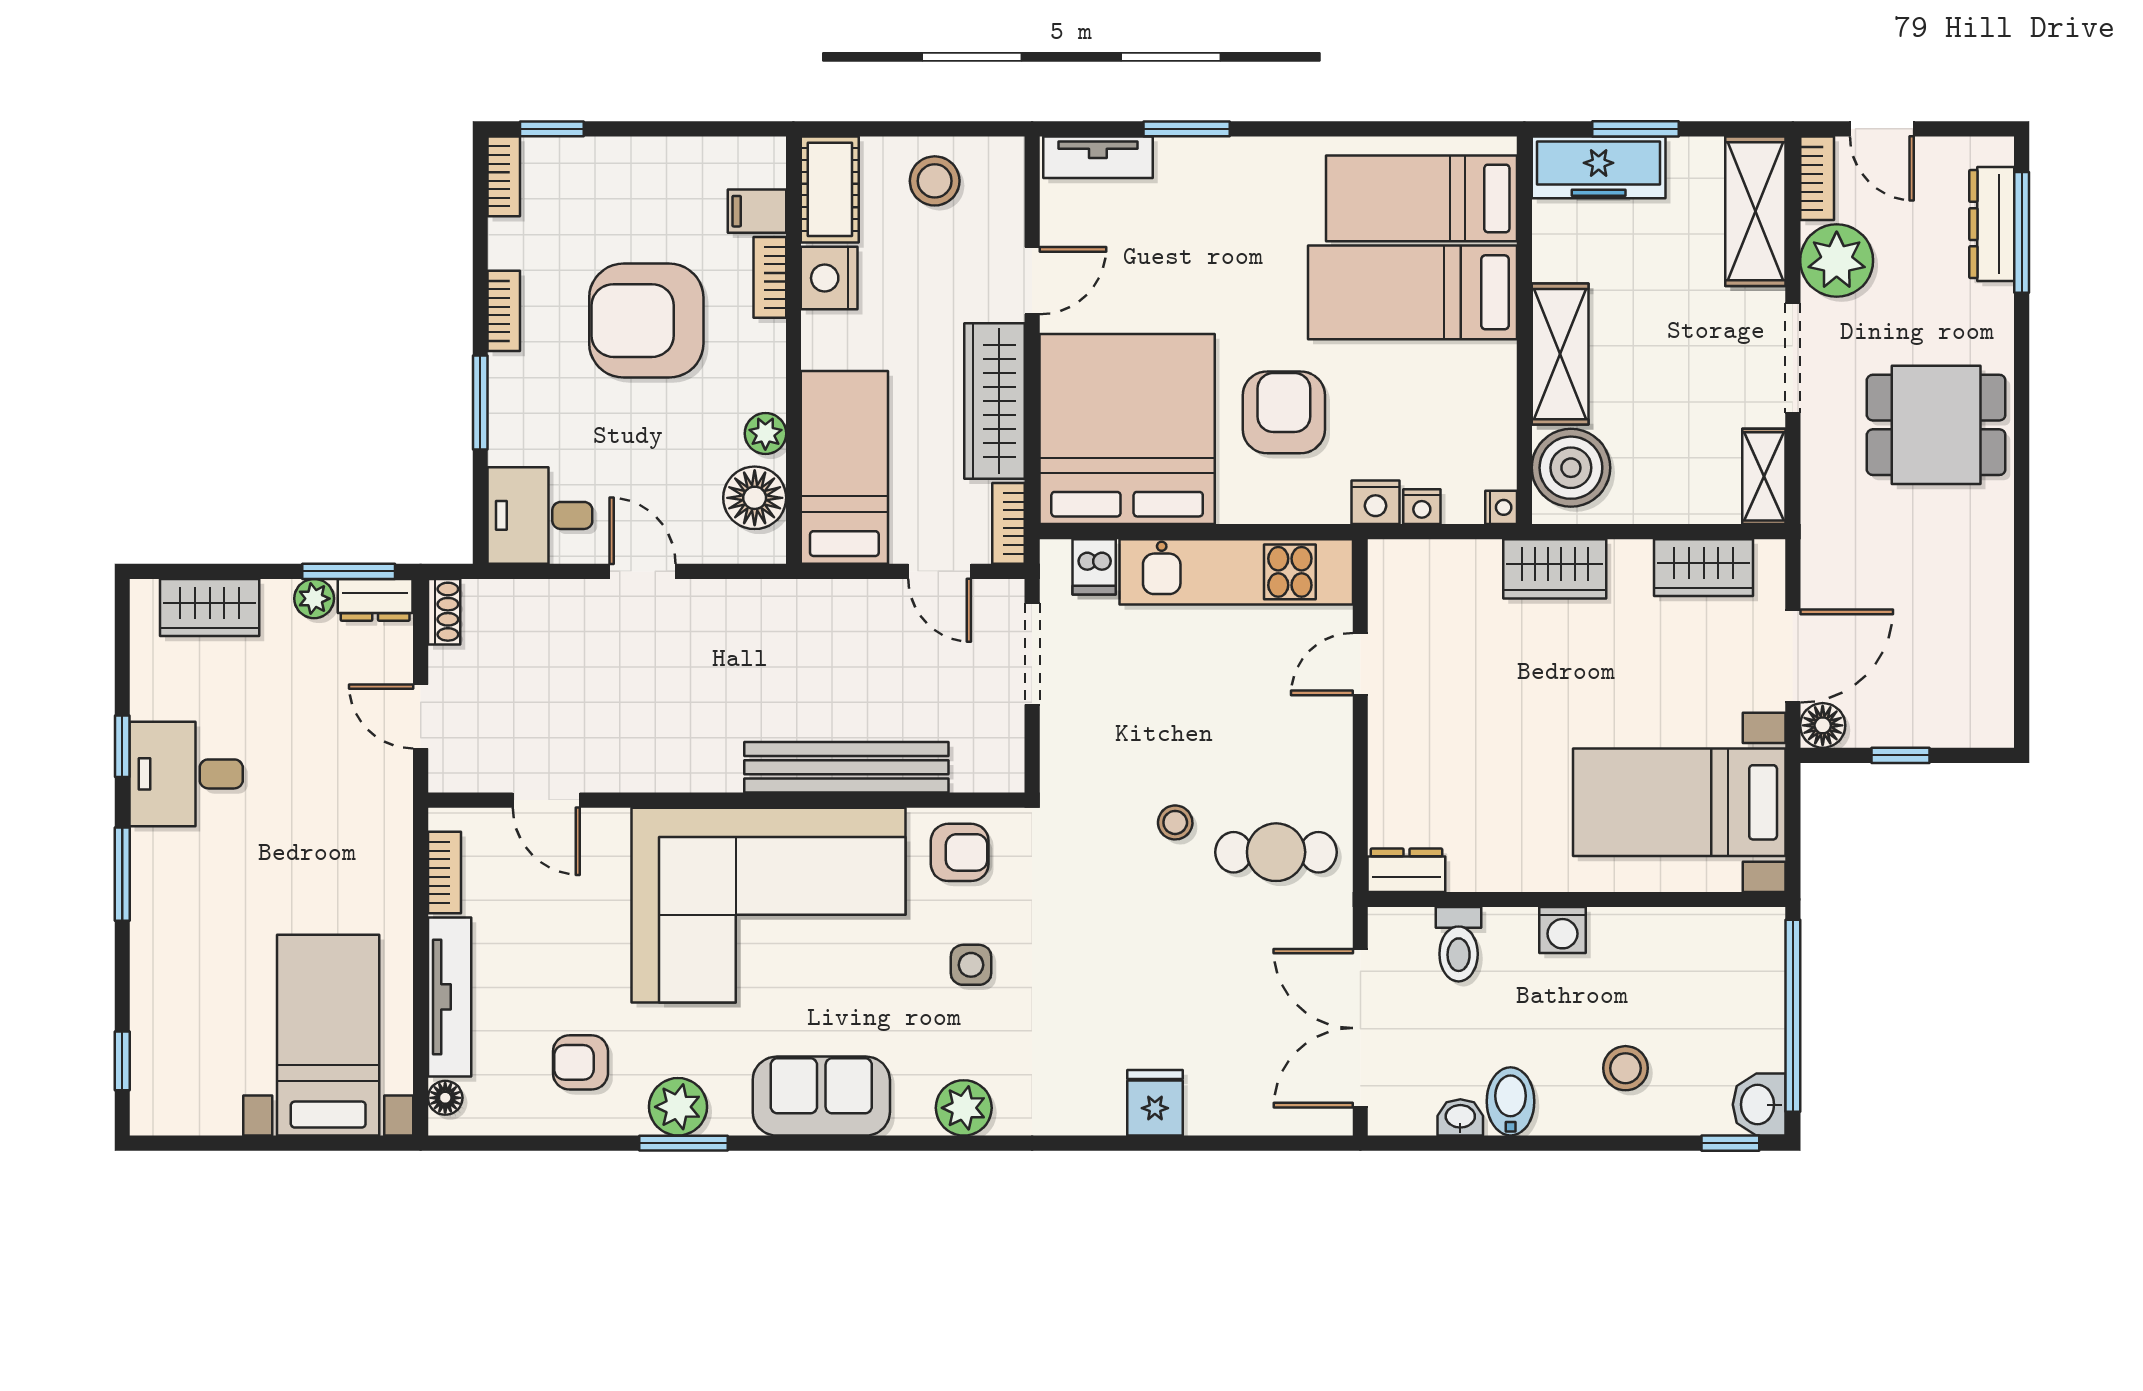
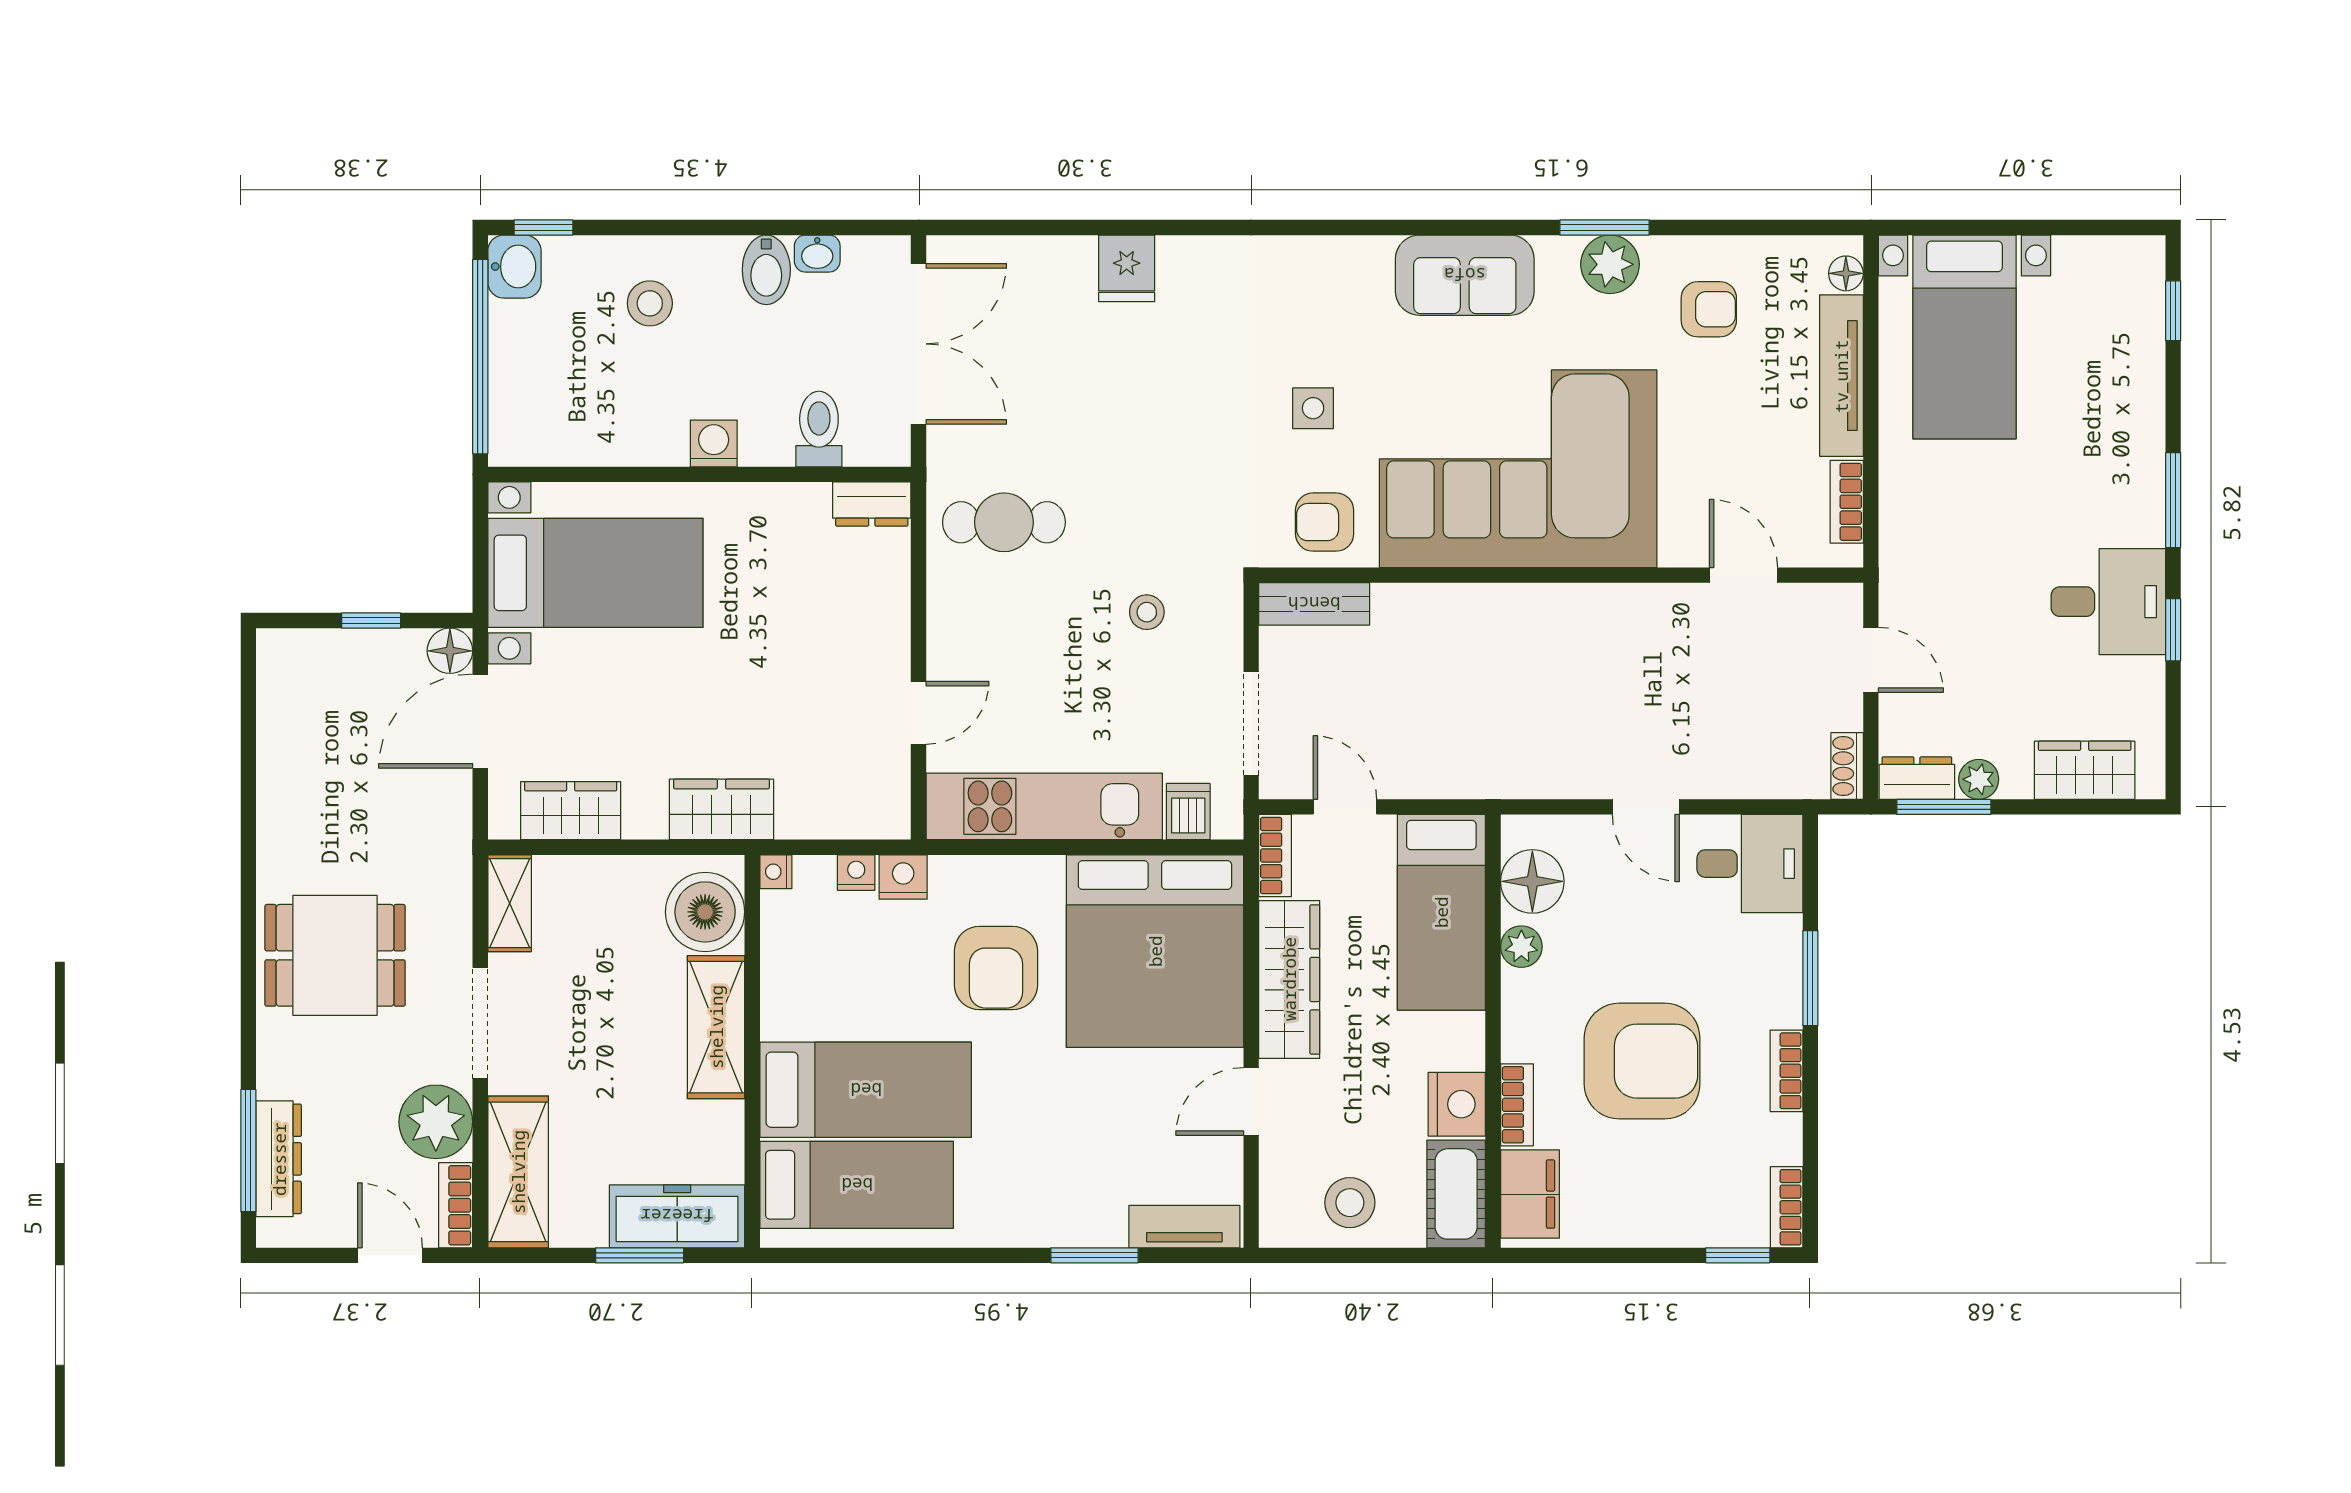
filing cabinet: (757, 211) -> (1530, 1194), width x2.00
bench: (846, 767) -> (1314, 604), moved, width x0.54, depth x0.82
stool: (1175, 822) -> (1147, 612), moved
plant: (964, 1108) -> (1320, 263), removed

